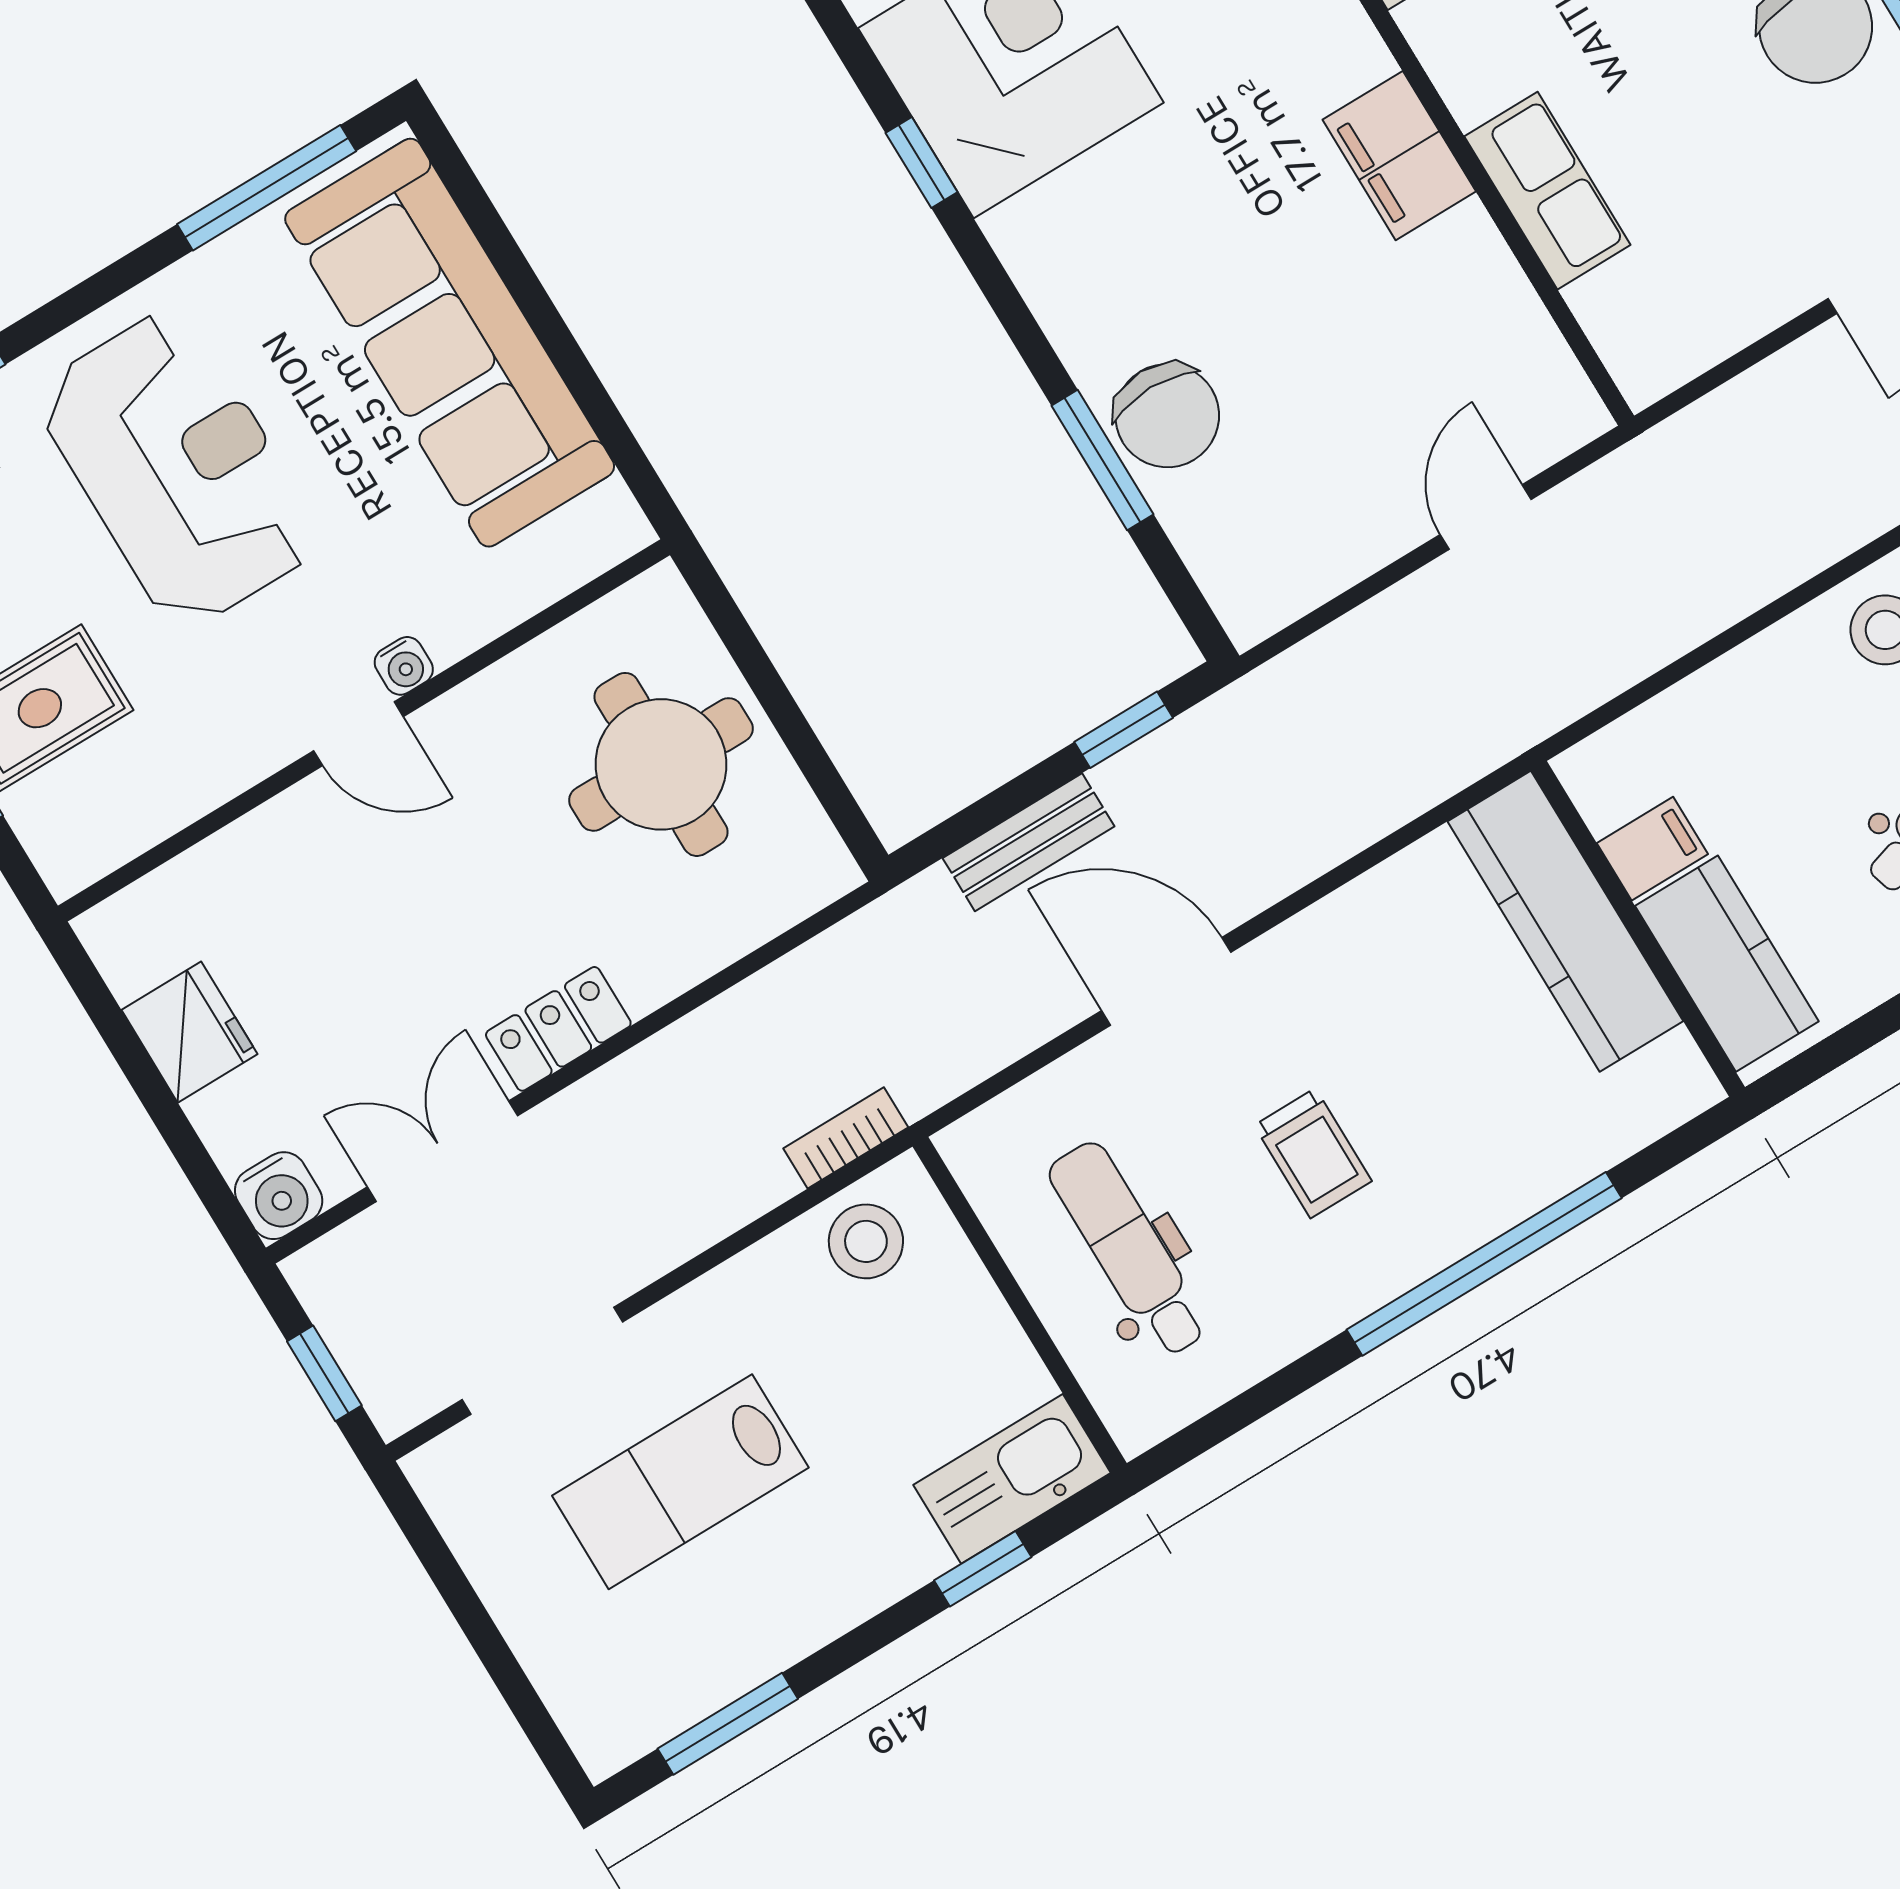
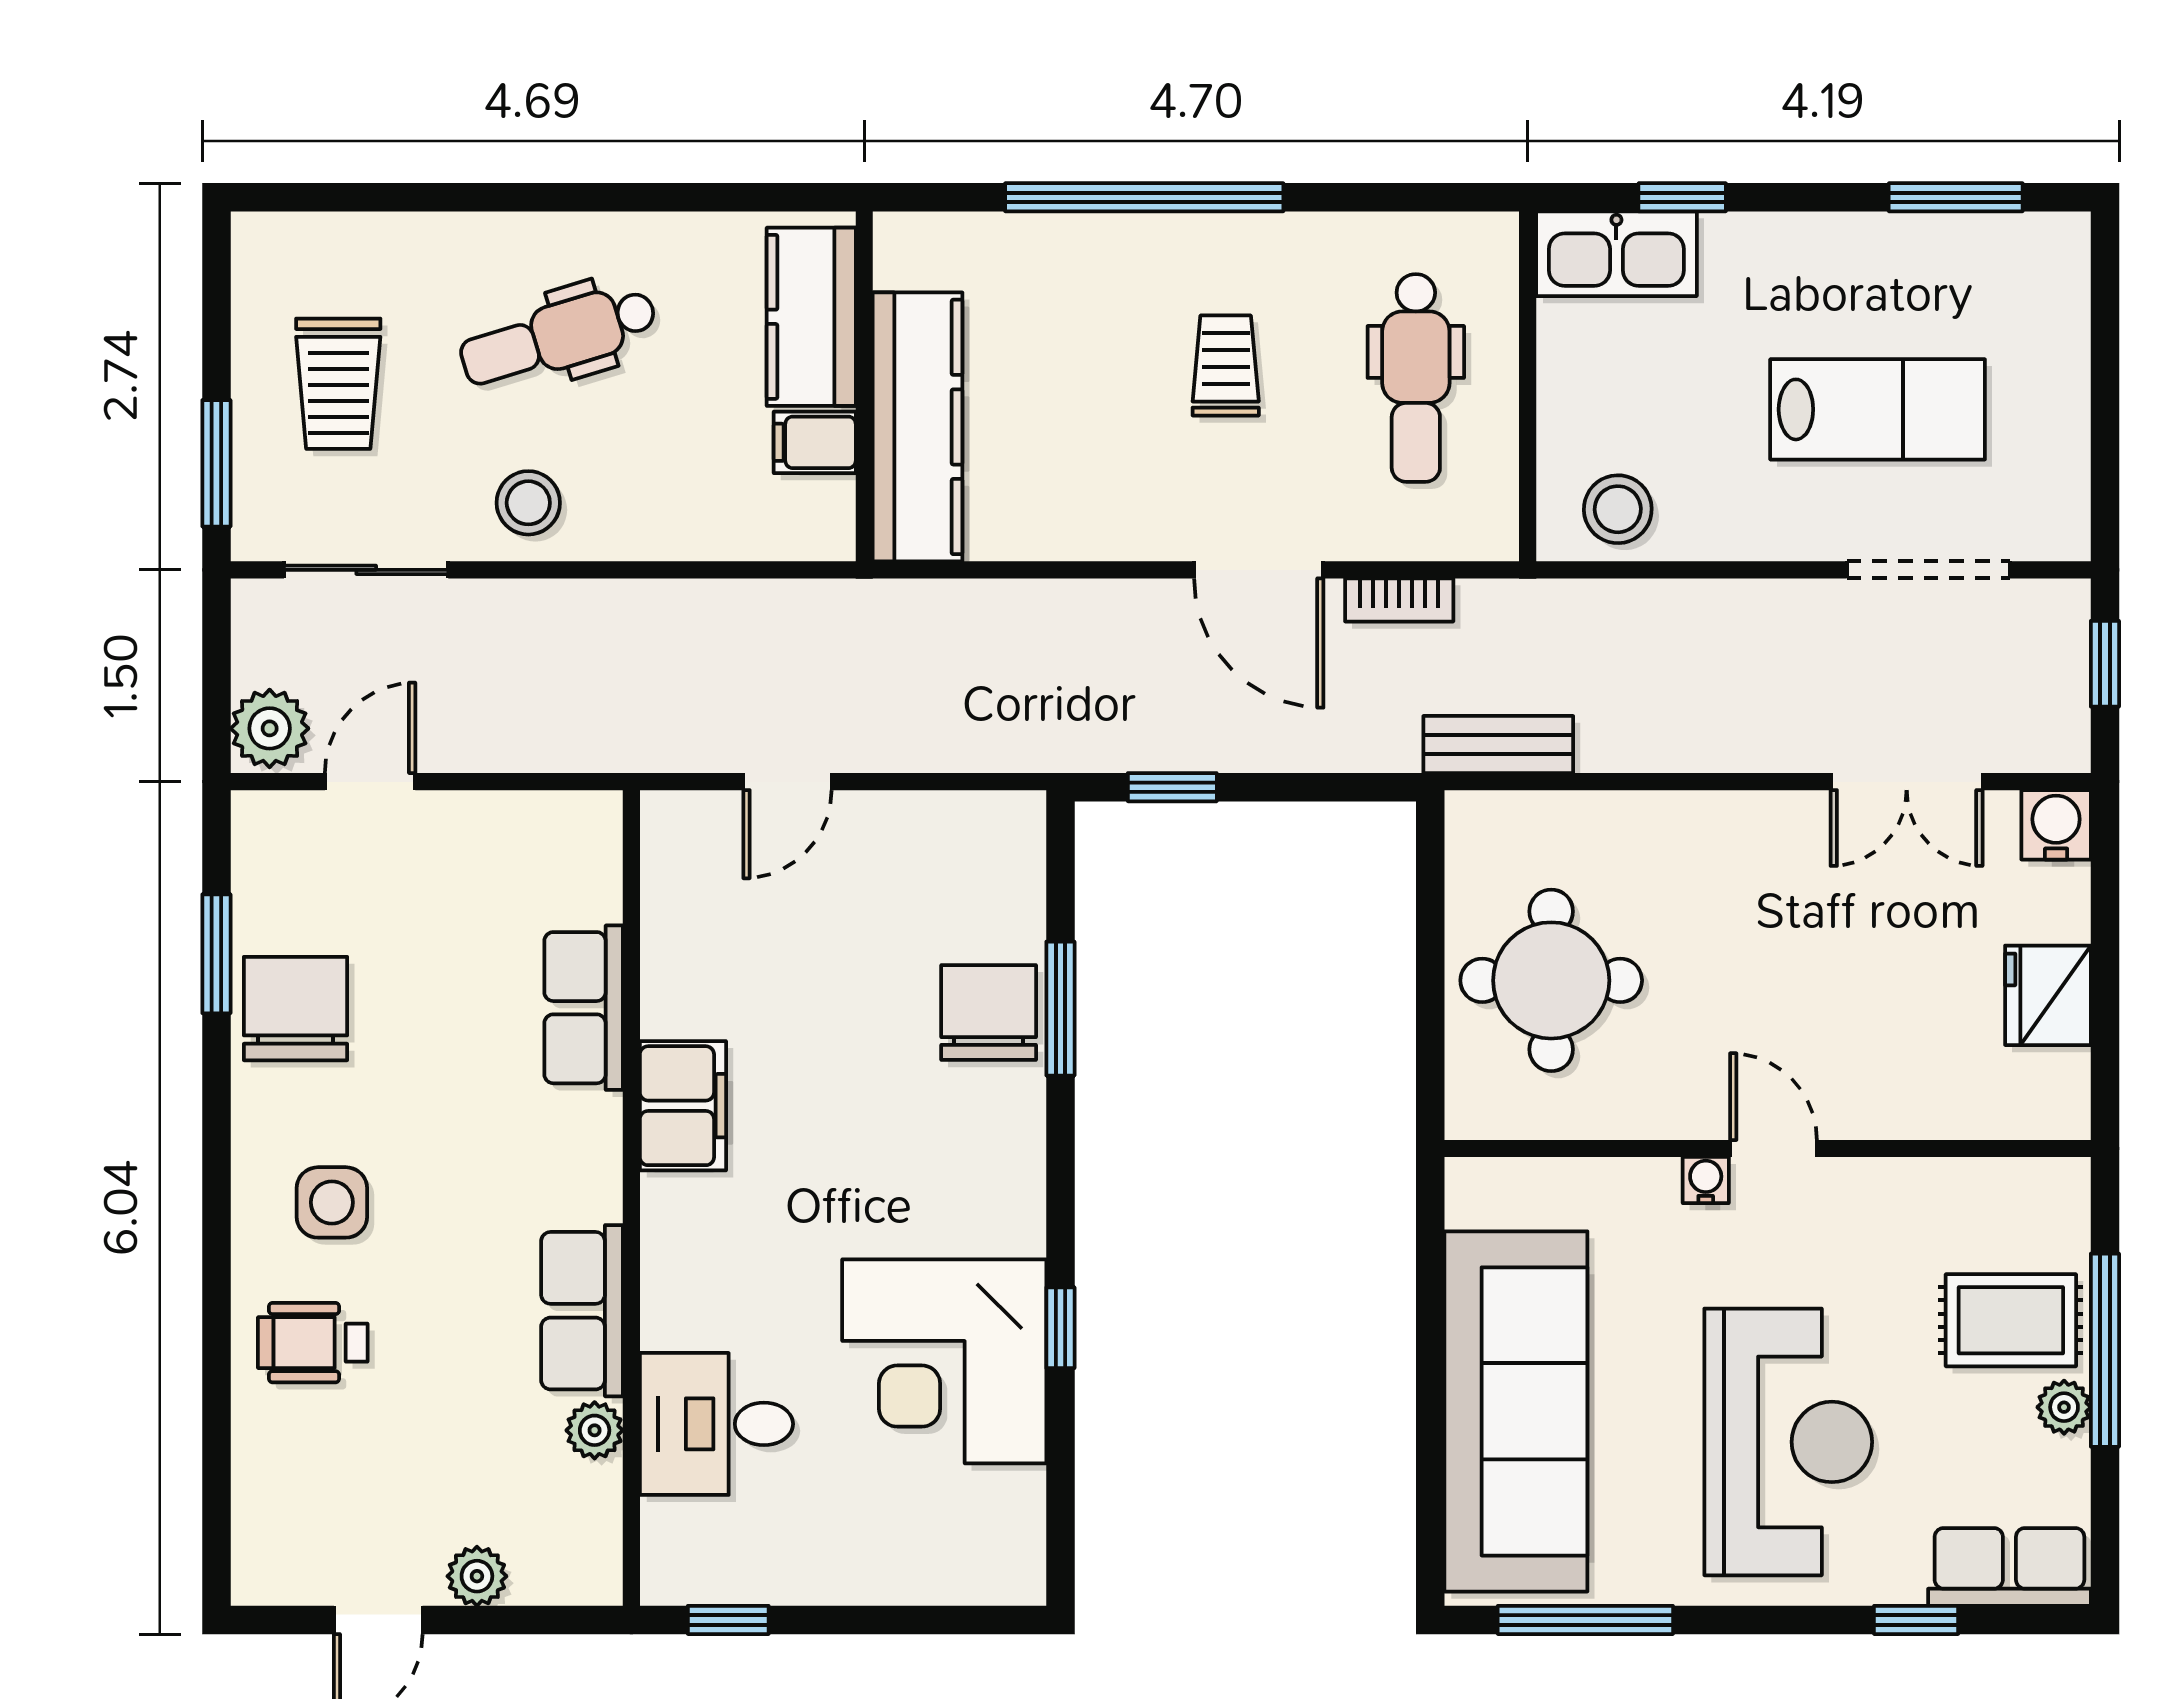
reception desk: (178, 469) -> (1788, 1442), turned 180
bench: (1028, 842) -> (1498, 744), moved
locker: (558, 1029) -> (1758, 822), removed
bookcase: (846, 1138) -> (1399, 600), moved

